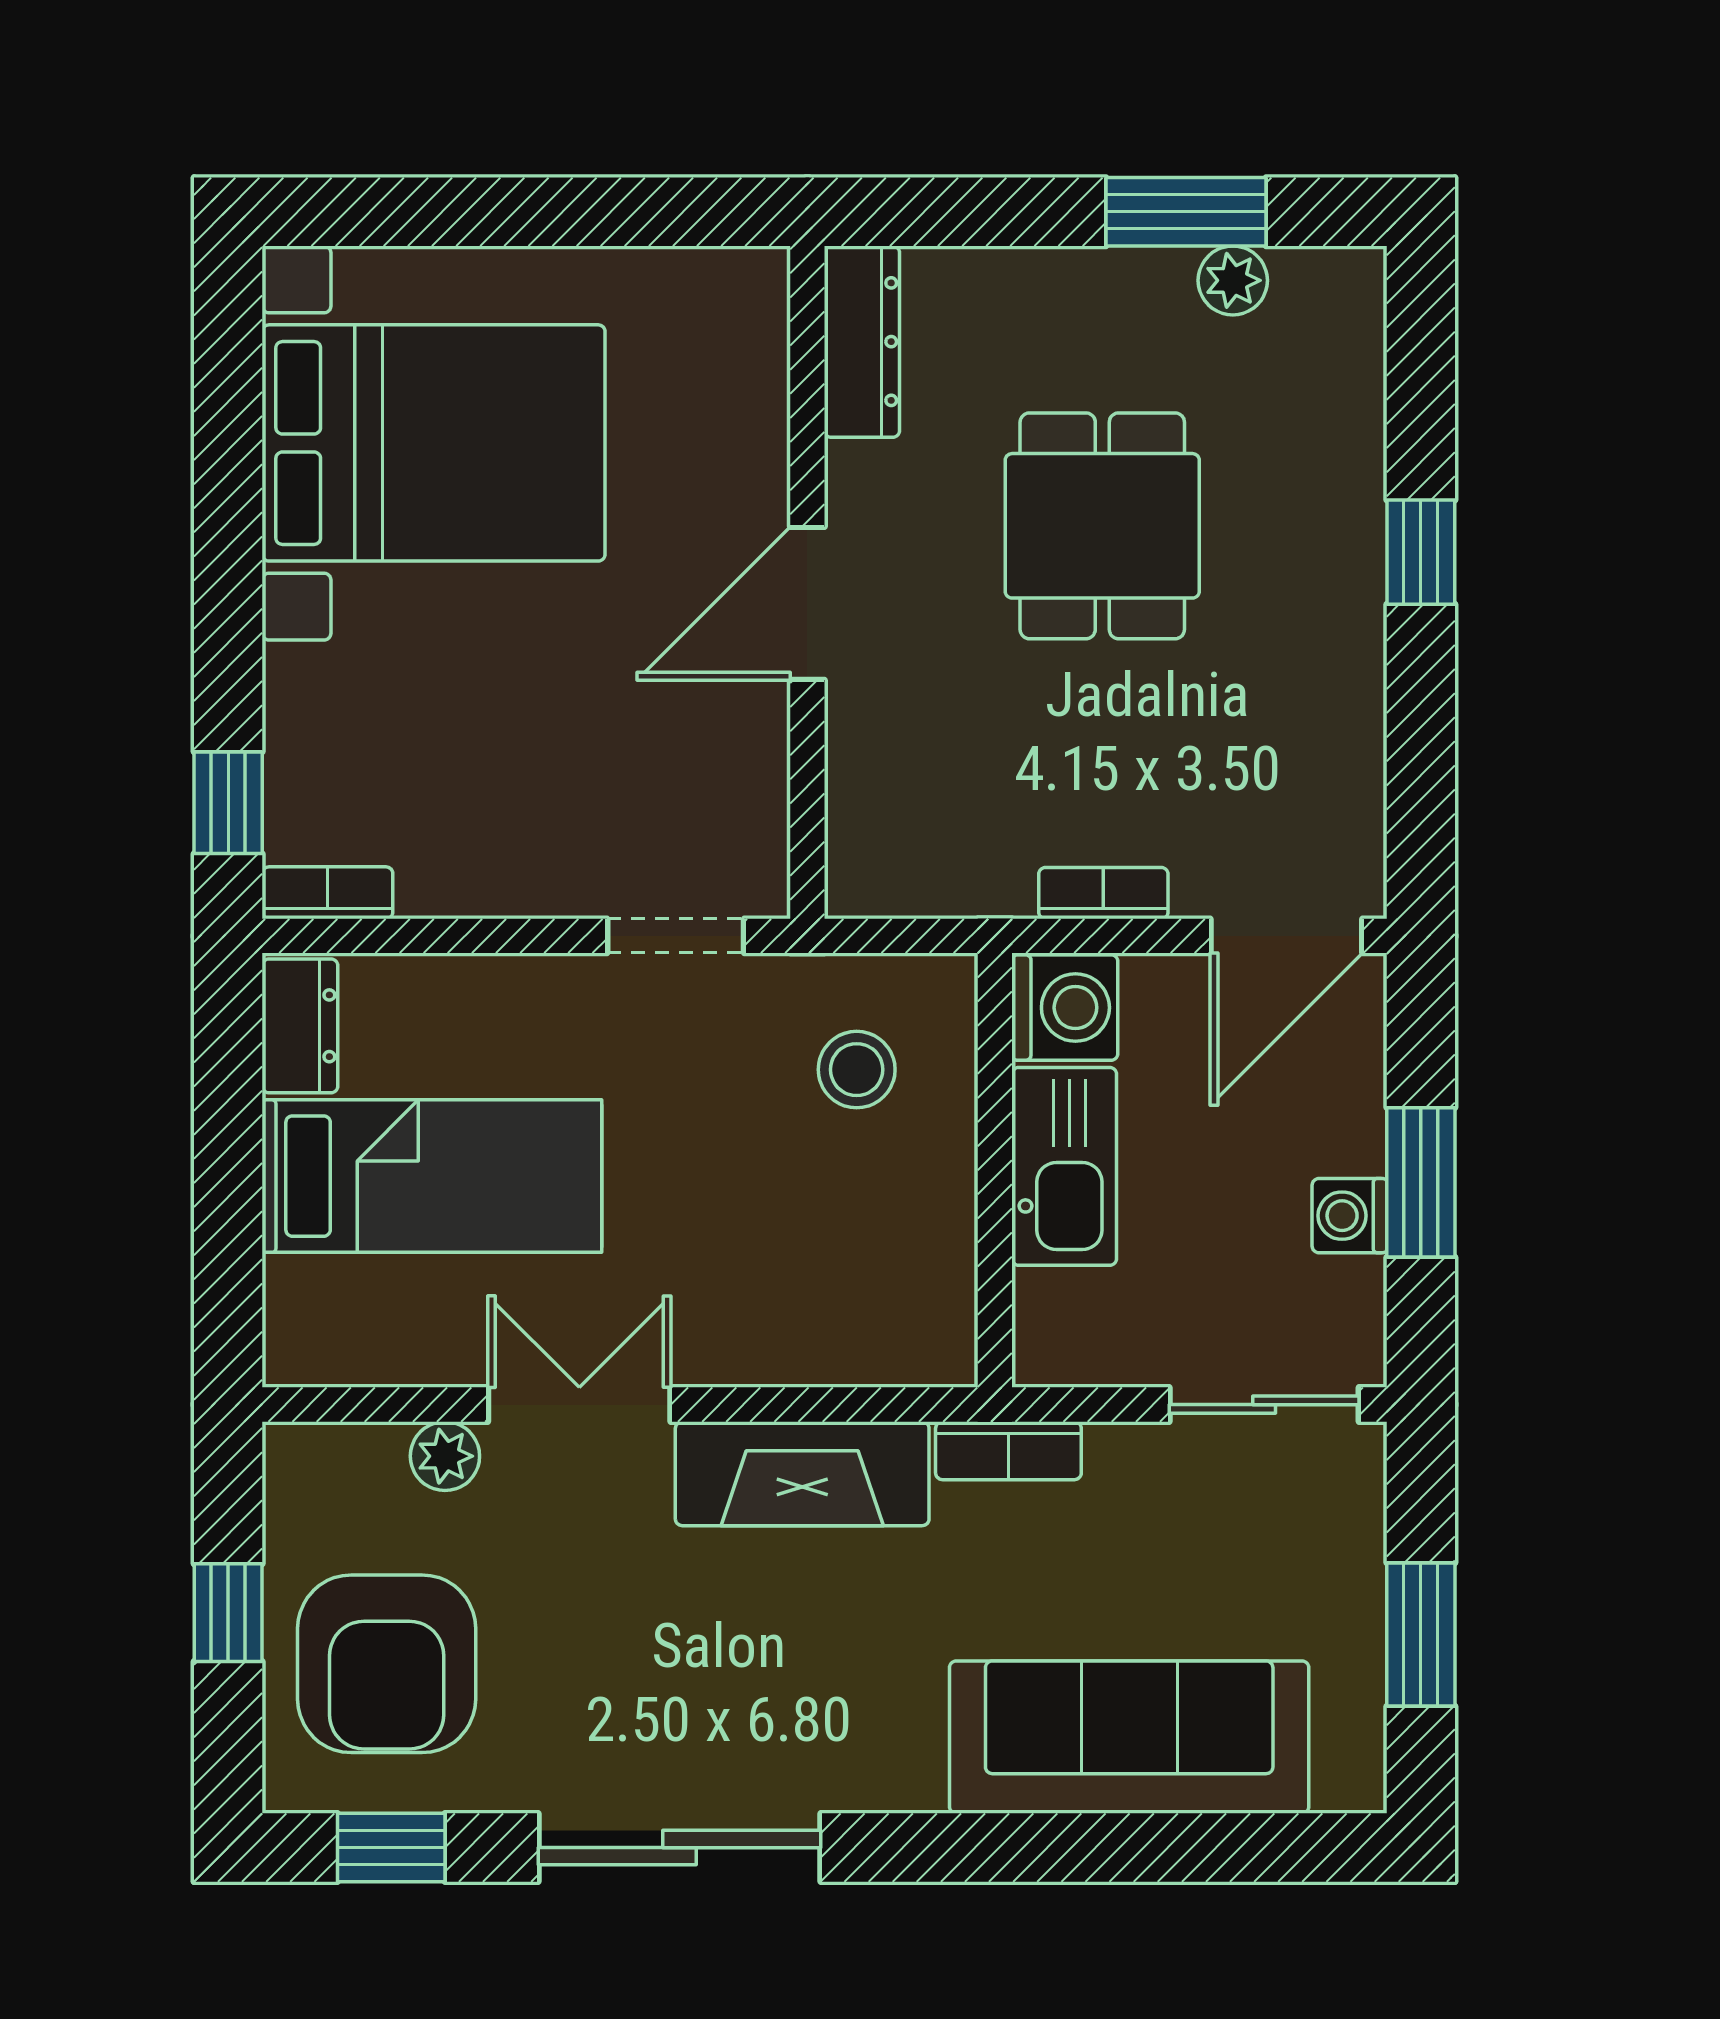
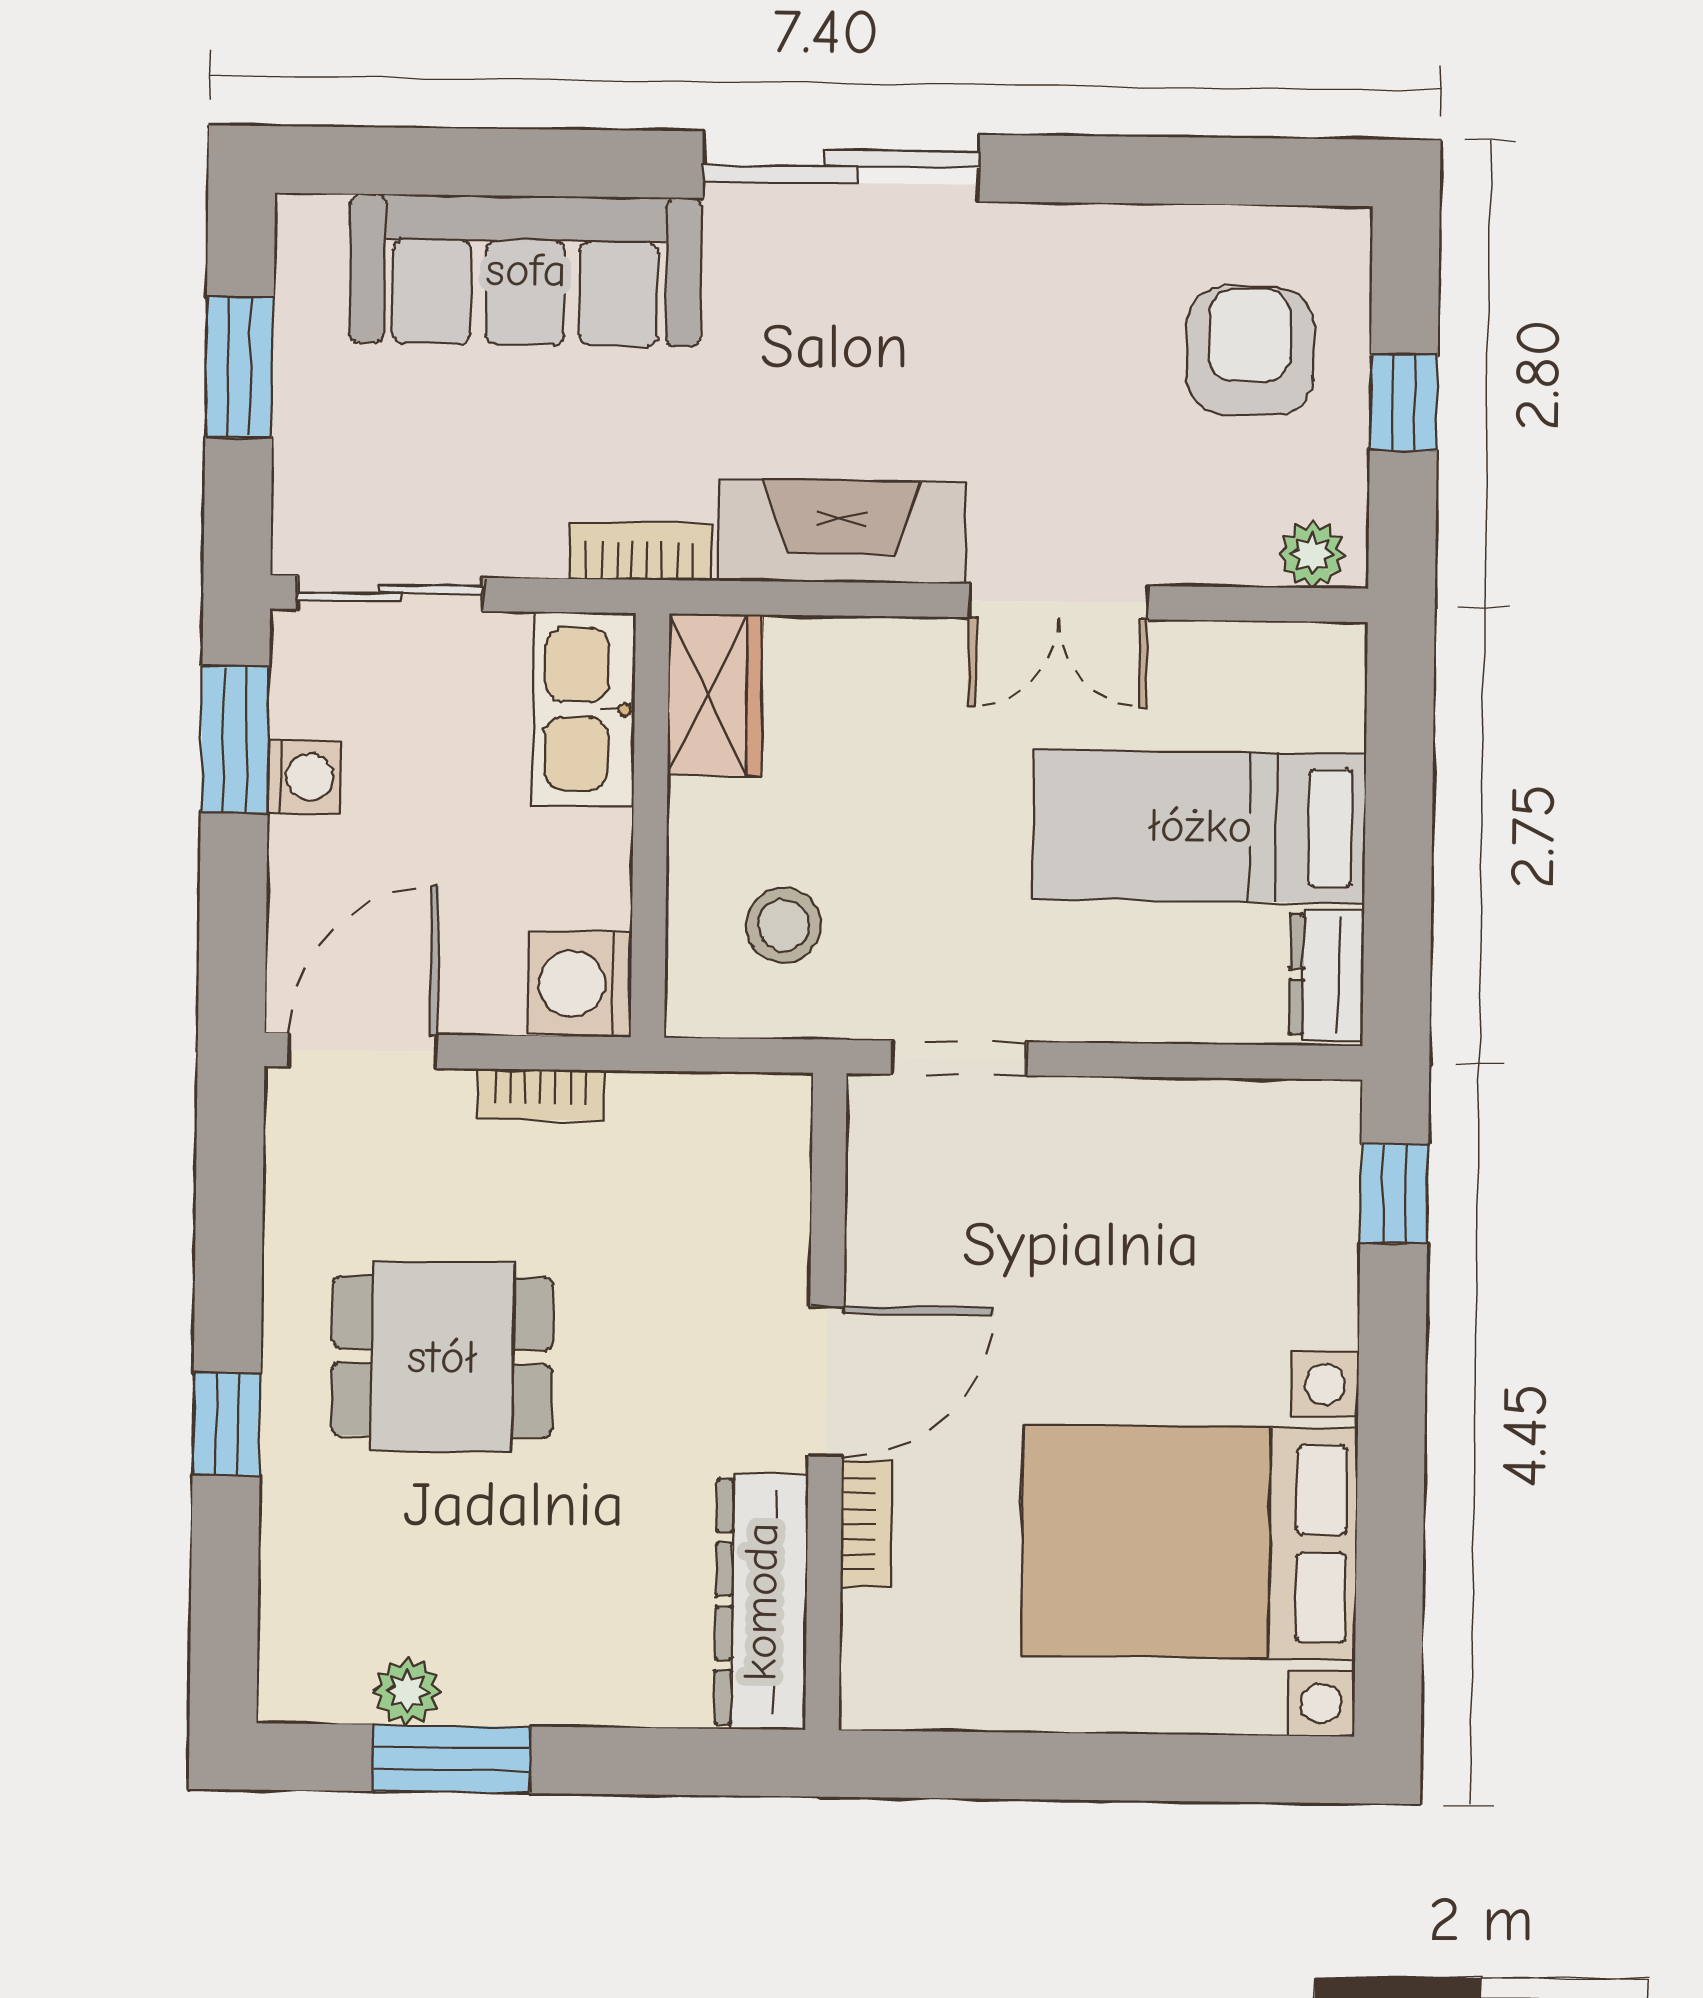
dresser: (862, 342) -> (761, 1602), width x1.37, depth x1.24
dining table: (1102, 526) -> (442, 1357), moved, turned 90
bookcase: (327, 893) -> (867, 1524), moved, turned -90
kitchen sink: (1064, 1166) -> (584, 709), moved
window: (1421, 1182) -> (235, 739), moved
wardrobe: (930, 1305) -> (715, 695), added
plant: (445, 1456) -> (1312, 554), moved
armchair: (387, 1664) -> (1250, 351), width x0.73, depth x0.73
window: (391, 1848) -> (1247, 171), removed
sliding door: (679, 1848) -> (841, 166), moved

